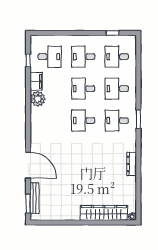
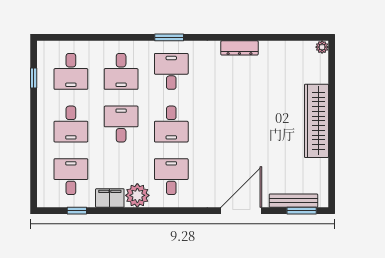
desk: (83, 89) -> (121, 124), turned 180
desk: (50, 121) -> (171, 177), added
desk: (117, 121) -> (171, 71), turned 180
wardrobe: (104, 213) -> (316, 121), moved

